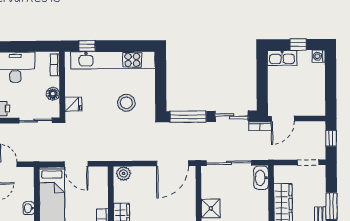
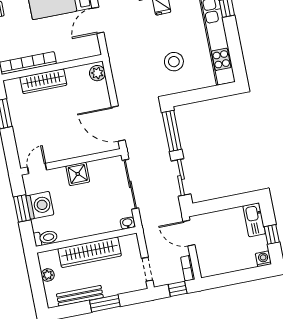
bookcase: (260, 126) -> (188, 268), moved
washbasin: (261, 178) -> (127, 223), width x0.52, depth x0.69

